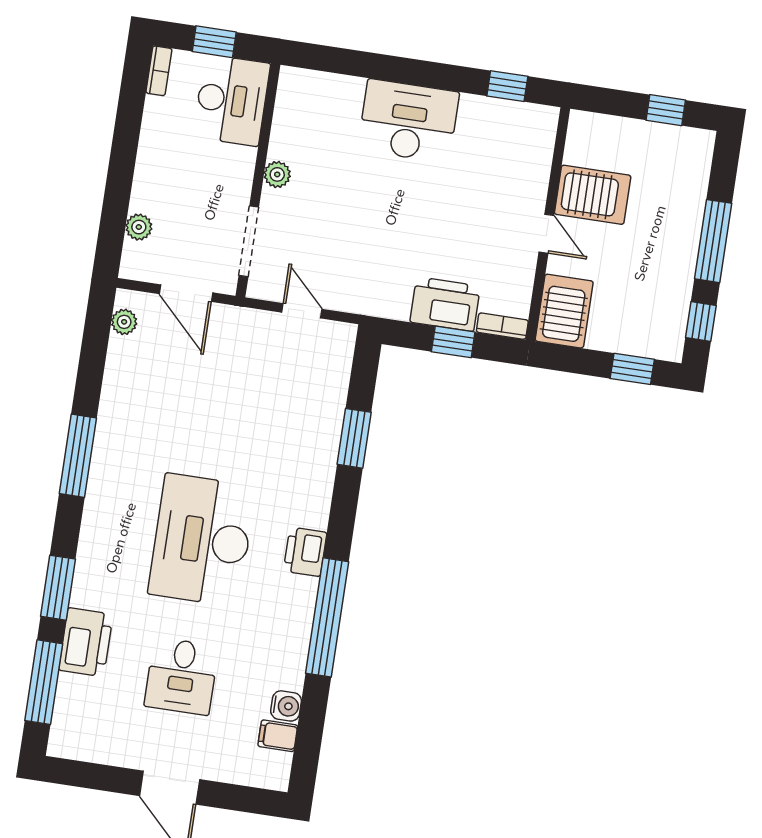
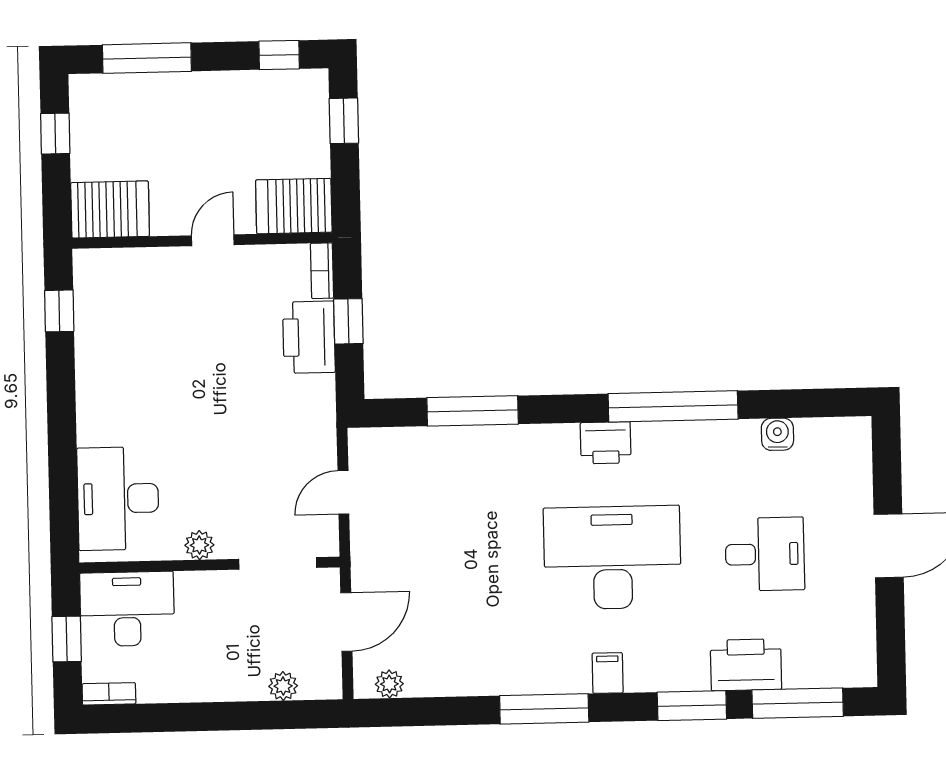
desk: (408, 121) -> (118, 499), moved
server rack: (593, 195) -> (110, 209), moved, turned 90
window: (713, 241) -> (147, 58), moved
window: (354, 438) -> (473, 411), width x1.44
desk: (202, 540) -> (612, 558), turned 180
filing cabinet: (278, 736) -> (608, 673), moved, turned 180

